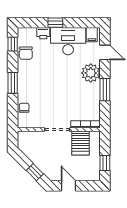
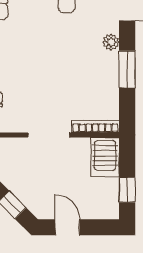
plant: (91, 73) -> (111, 42), width x0.53, depth x0.53
server rack: (81, 143) -> (105, 157), moved

